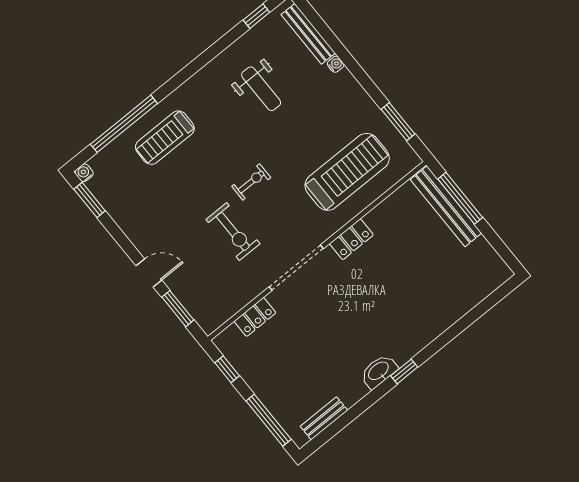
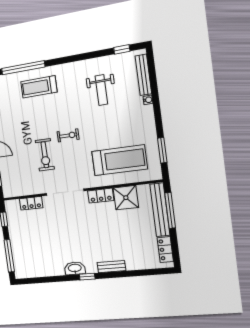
shower: (389, 219) -> (126, 198), added
locker: (488, 258) -> (165, 250), added
bench: (324, 418) -> (111, 267), moved

